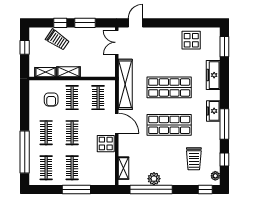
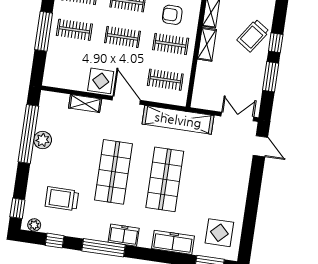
display table: (191, 40) -> (219, 233), moved
door: (117, 123) -> (126, 100), swing flipped
shelving: (123, 168) -> (85, 104), moved

